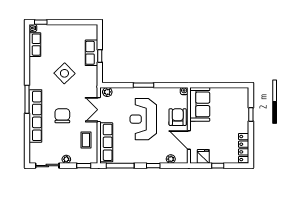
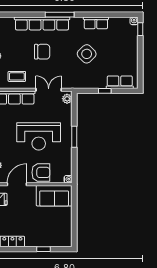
row of seats: (35, 45) -> (96, 23), moved
row of seats: (91, 53) -> (120, 82), moved
reception desk: (143, 119) -> (39, 136), turned 180

